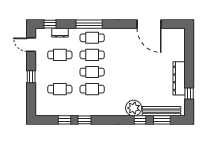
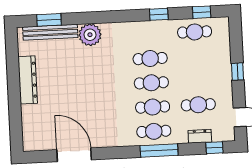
cafe table: (60, 89) -> (195, 32), moved
window: (189, 94) -> (12, 59), removed
window: (64, 120) -> (202, 12), moved
window: (140, 120) -> (80, 18), removed

